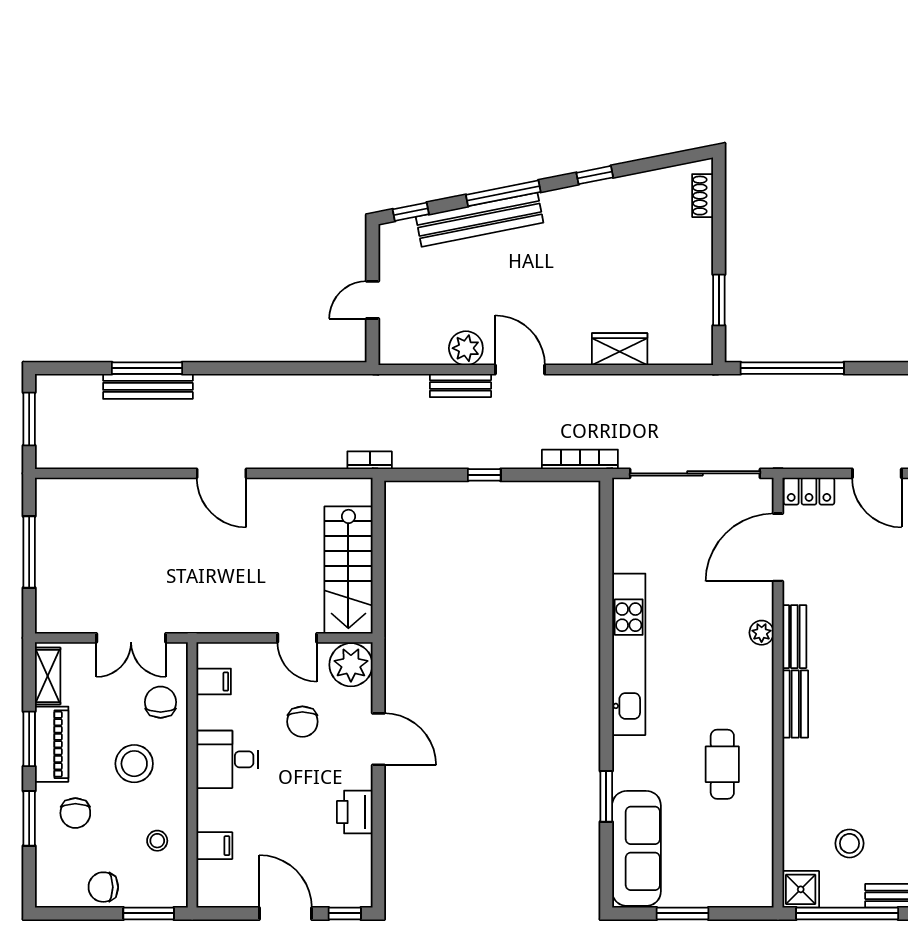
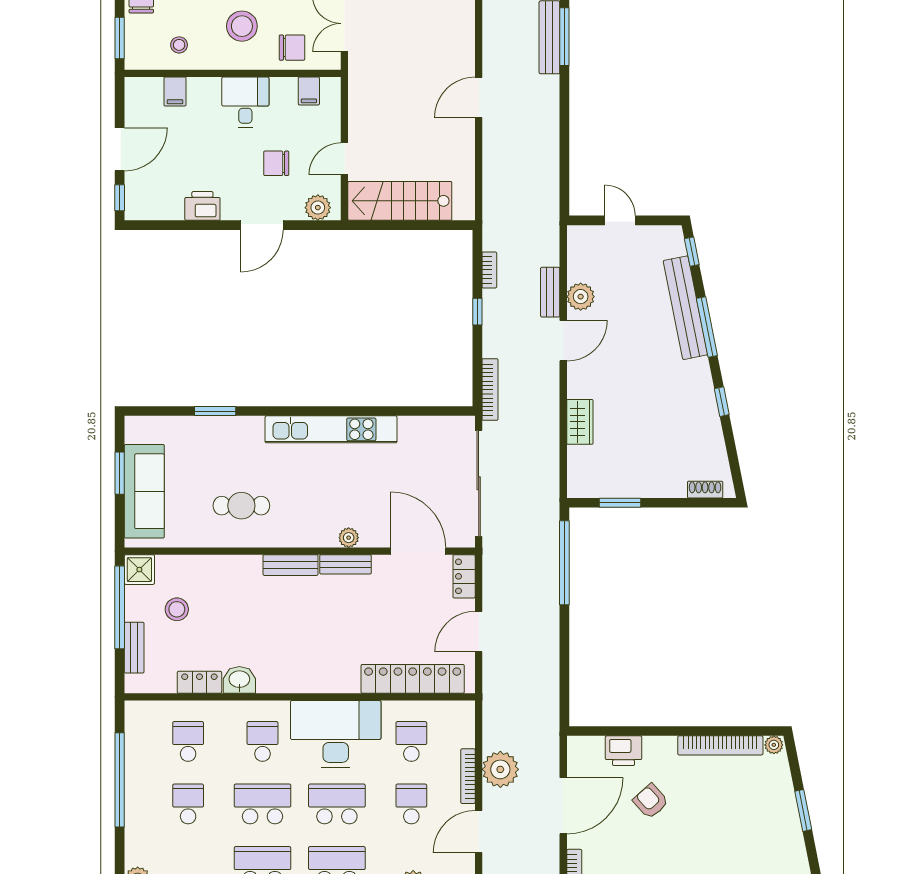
bookcase: (370, 460) -> (489, 270), moved
plant: (351, 665) -> (318, 208), width x0.73, depth x0.73
sofa: (636, 848) -> (144, 491), moved, turned -90

